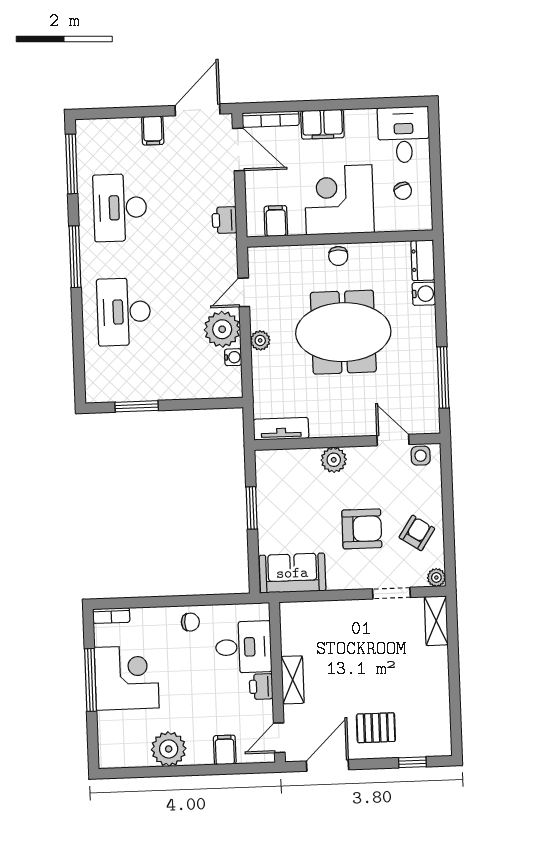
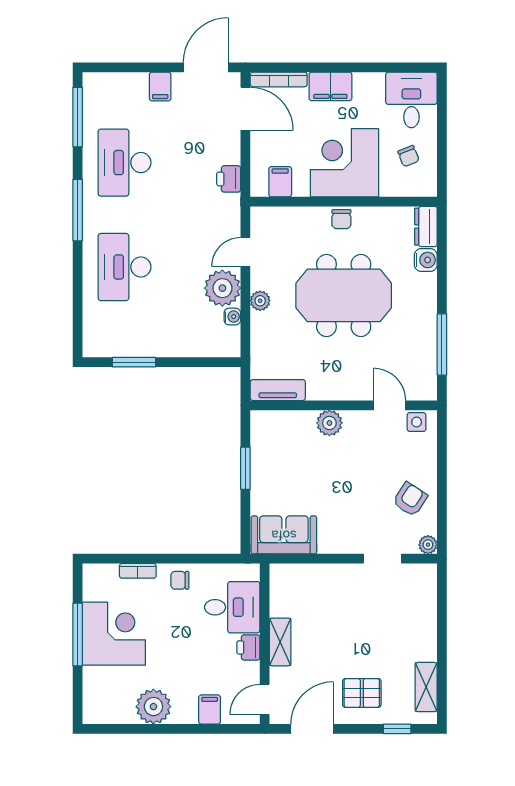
armchair: (362, 529) -> (355, 493), removed
bookcase: (111, 616) -> (138, 571), moved
shelving: (436, 621) -> (426, 687), moved
chair: (190, 622) -> (180, 580), turned 180

